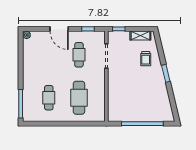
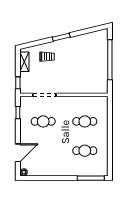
door: (59, 29) -> (18, 153), moved
cafe table: (79, 98) -> (85, 121), width x0.73, depth x0.74

